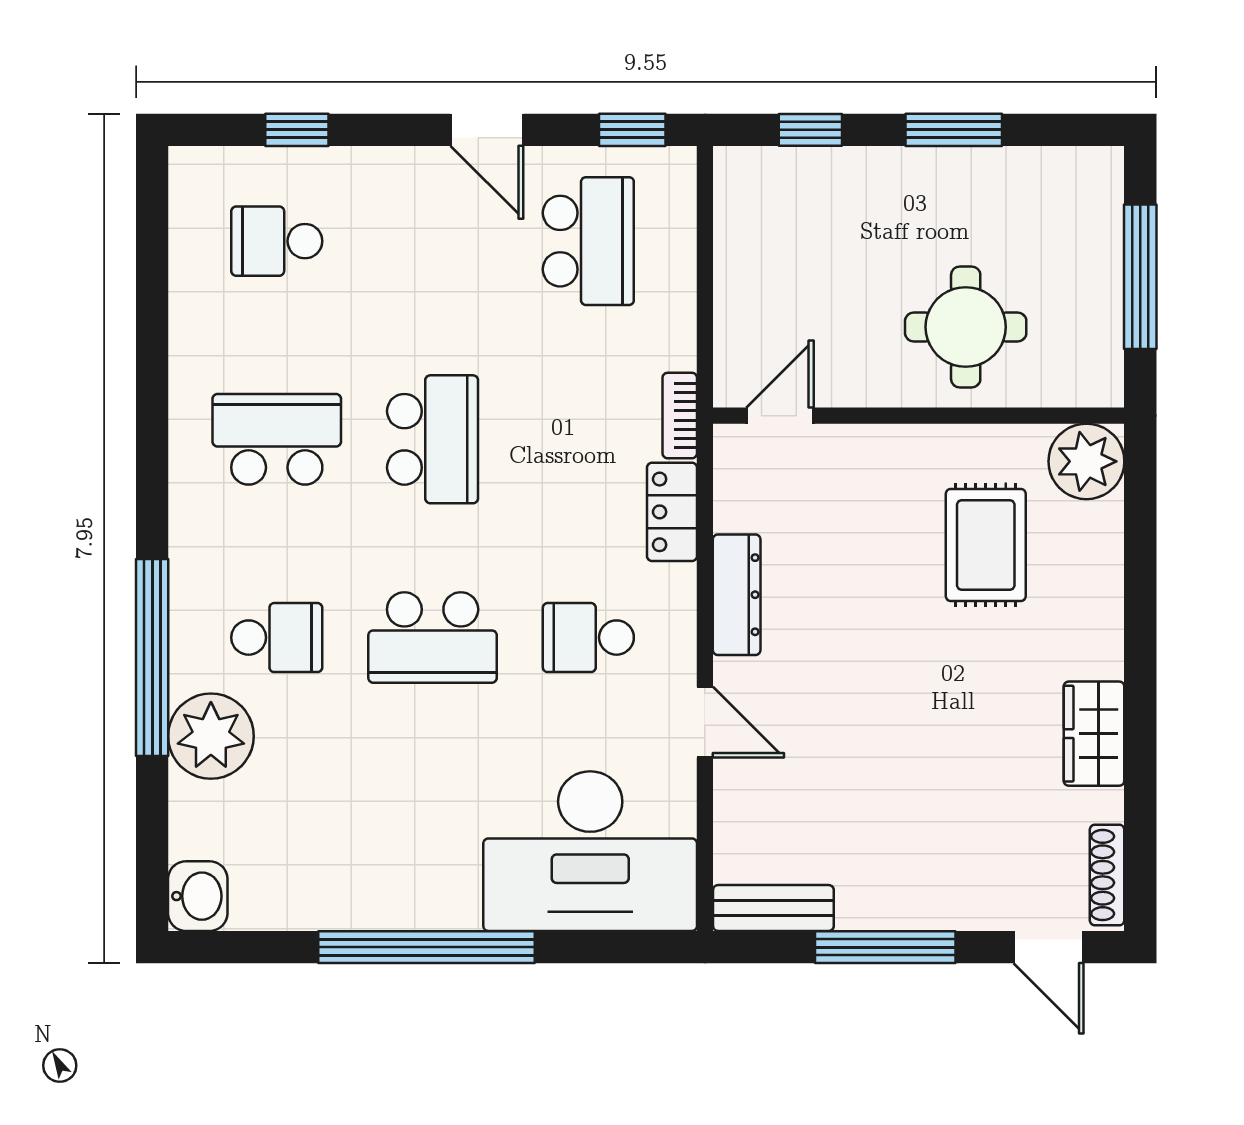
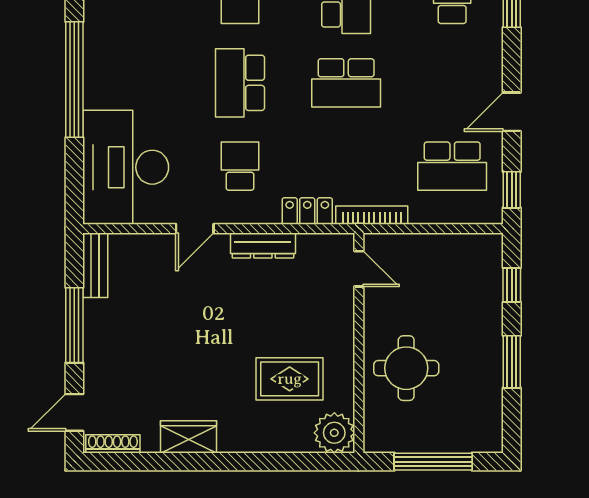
bookcase: (680, 416) -> (372, 215), width x1.56

